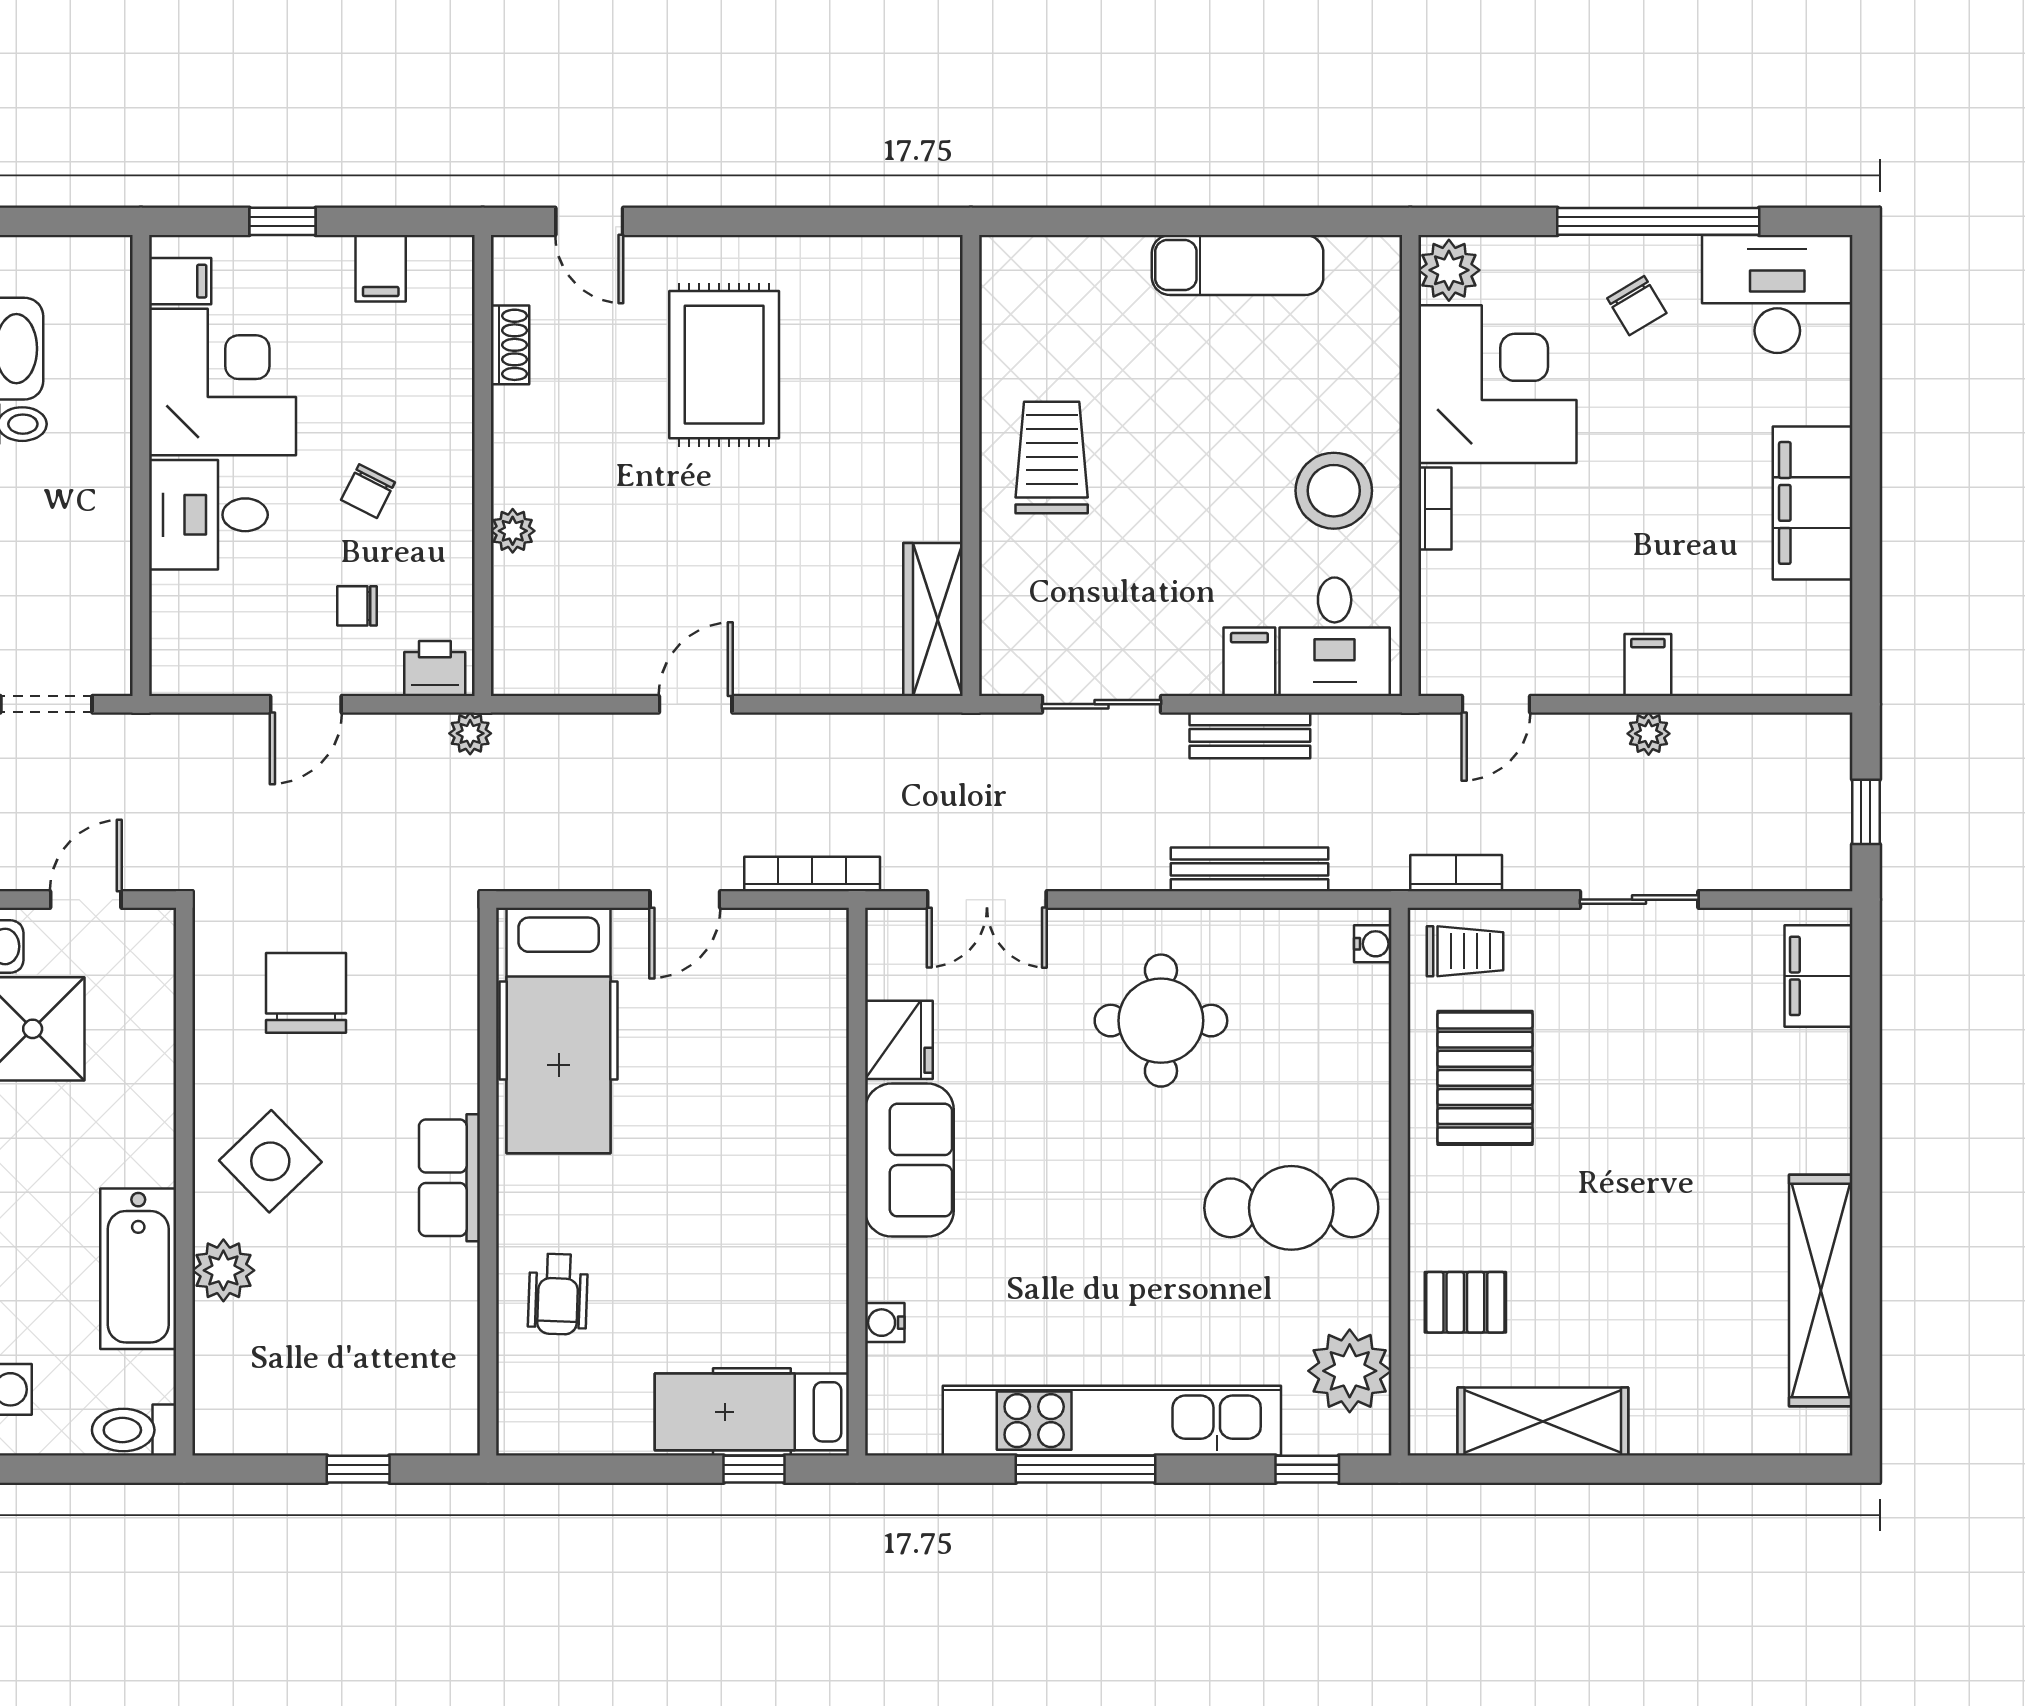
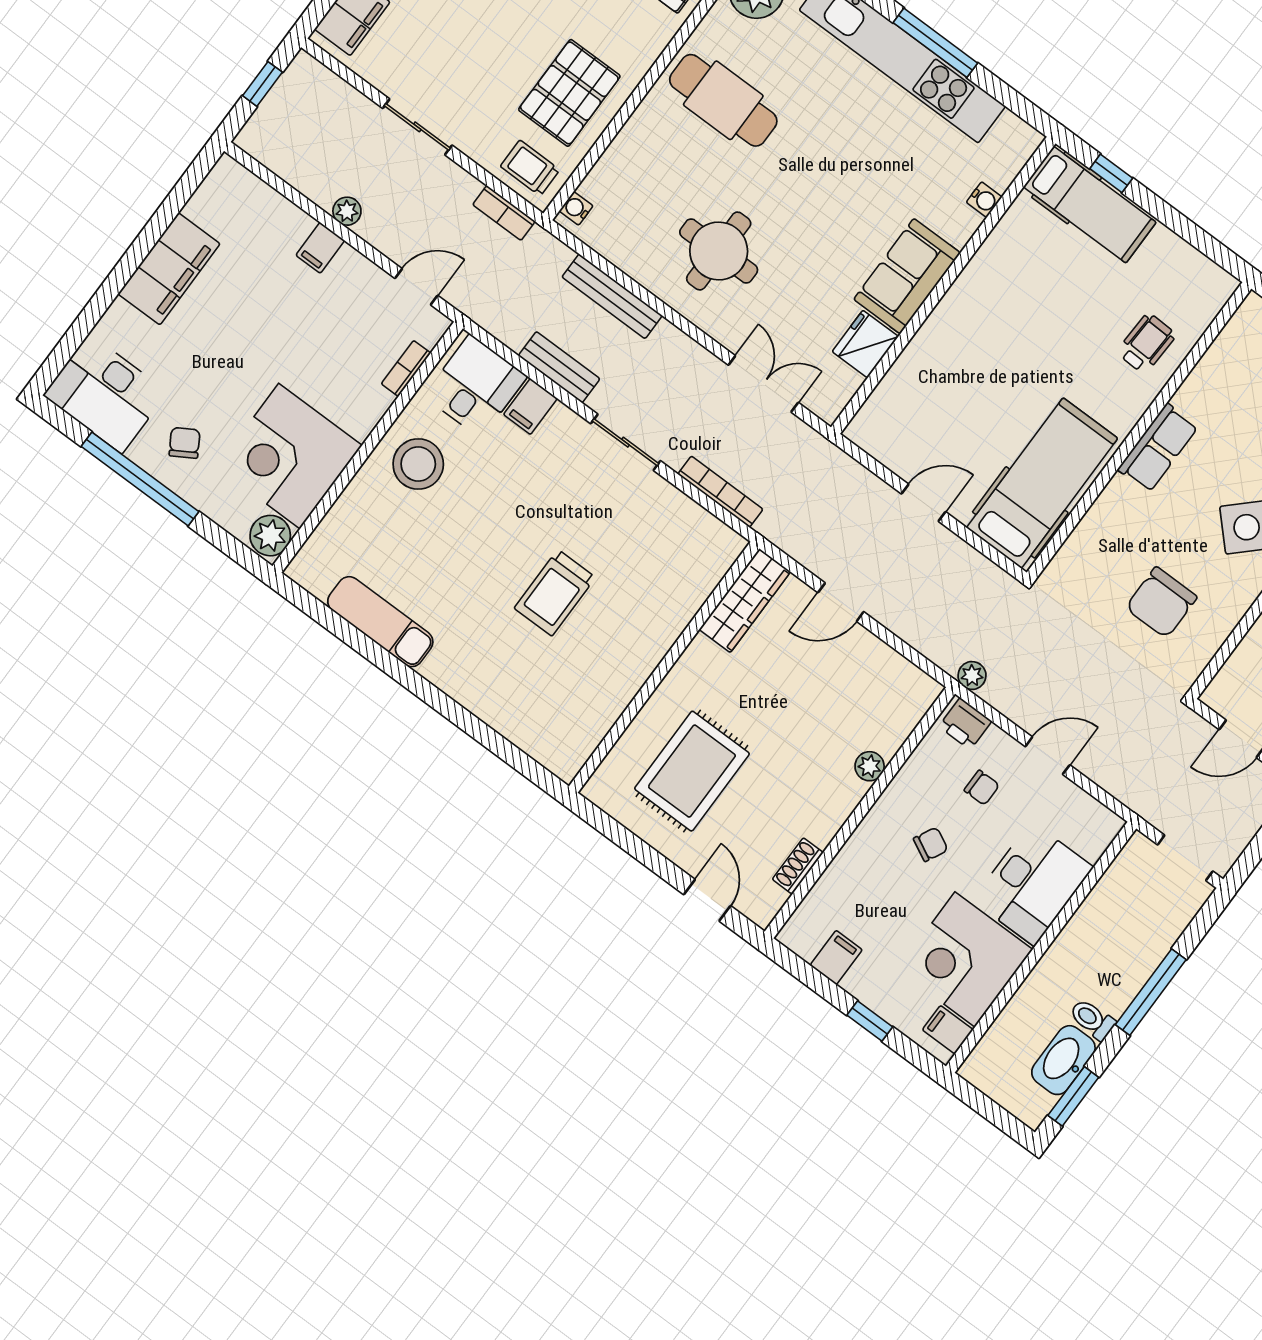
wall: (971, 466) -> (664, 667), moved
bookcase: (1435, 509) -> (406, 368), moved
desk: (208, 515) -> (1033, 884), width x1.37
wardrobe: (933, 619) -> (745, 601), moved
bookcase: (812, 874) -> (720, 492), moved, turned 180

